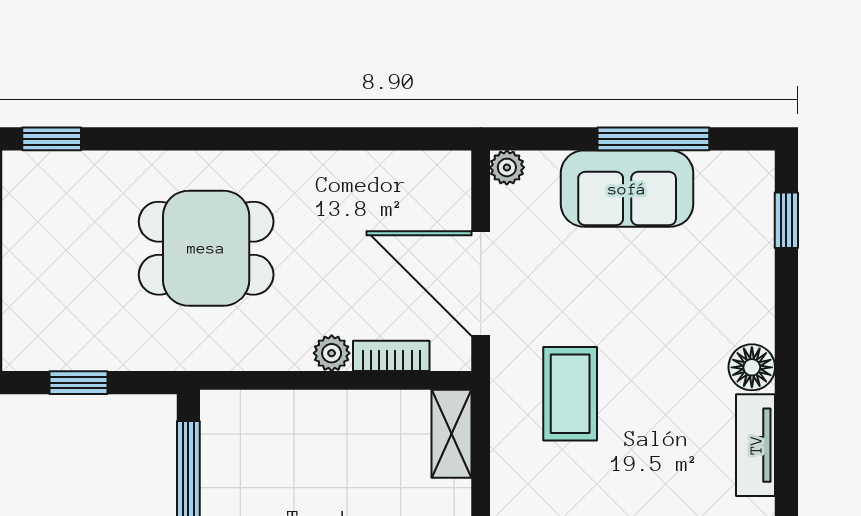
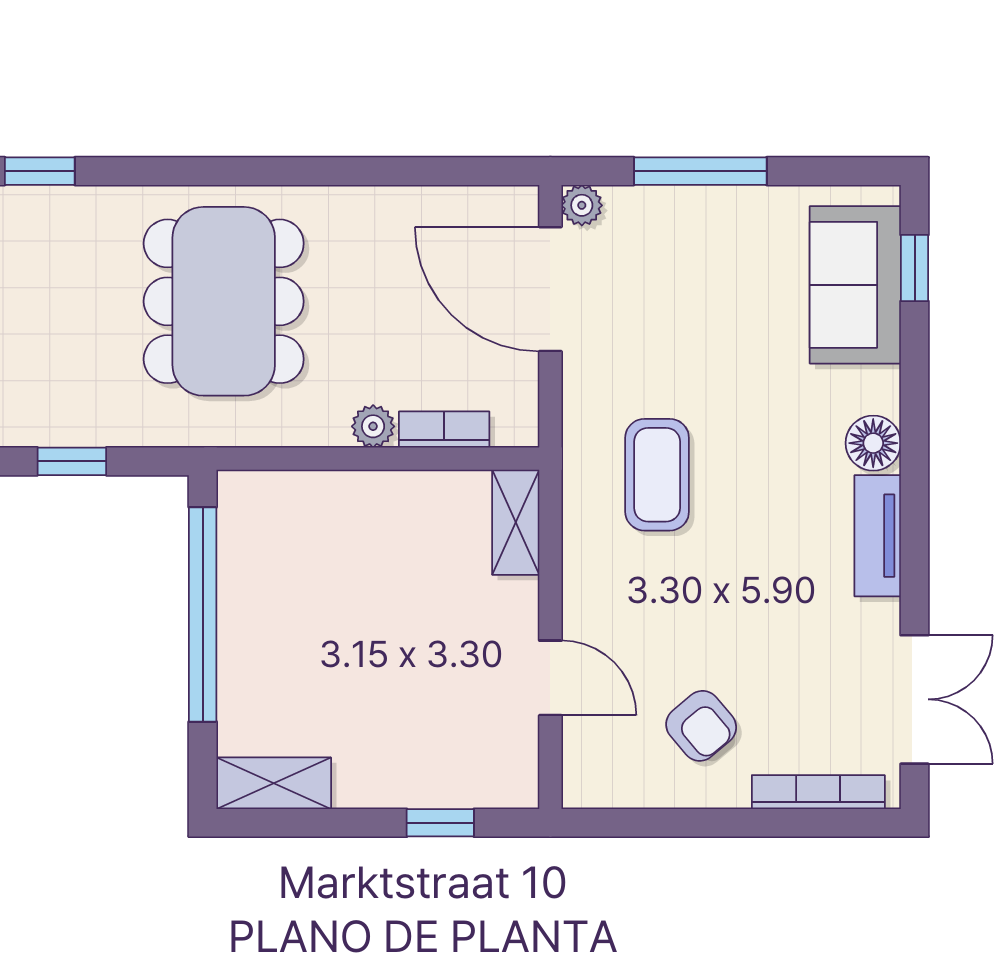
window: (653, 139) -> (700, 171), moved
sofa: (627, 189) -> (855, 285), moved, turned 90
dining table: (206, 248) -> (224, 301), width x1.38
door: (481, 284) -> (550, 289), moved

